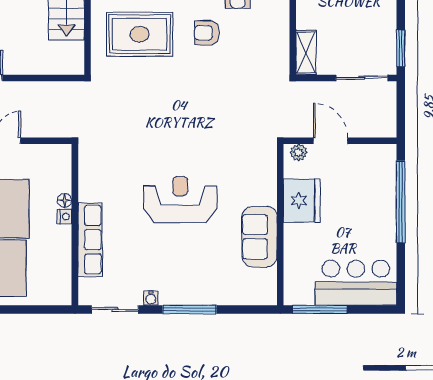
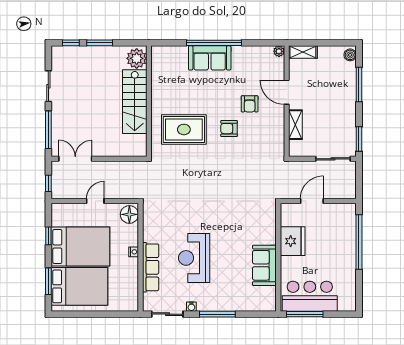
shelving: (306, 53) -> (295, 125), moved
door: (330, 141) -> (312, 201), hinge flipped
plant: (298, 152) -> (290, 209), removed
floor lamp: (65, 200) -> (129, 214), moved, width x1.89, depth x1.89
reception desk: (180, 200) -> (194, 258), moved, turned -90
bar counter: (356, 283) -> (310, 296), moved

